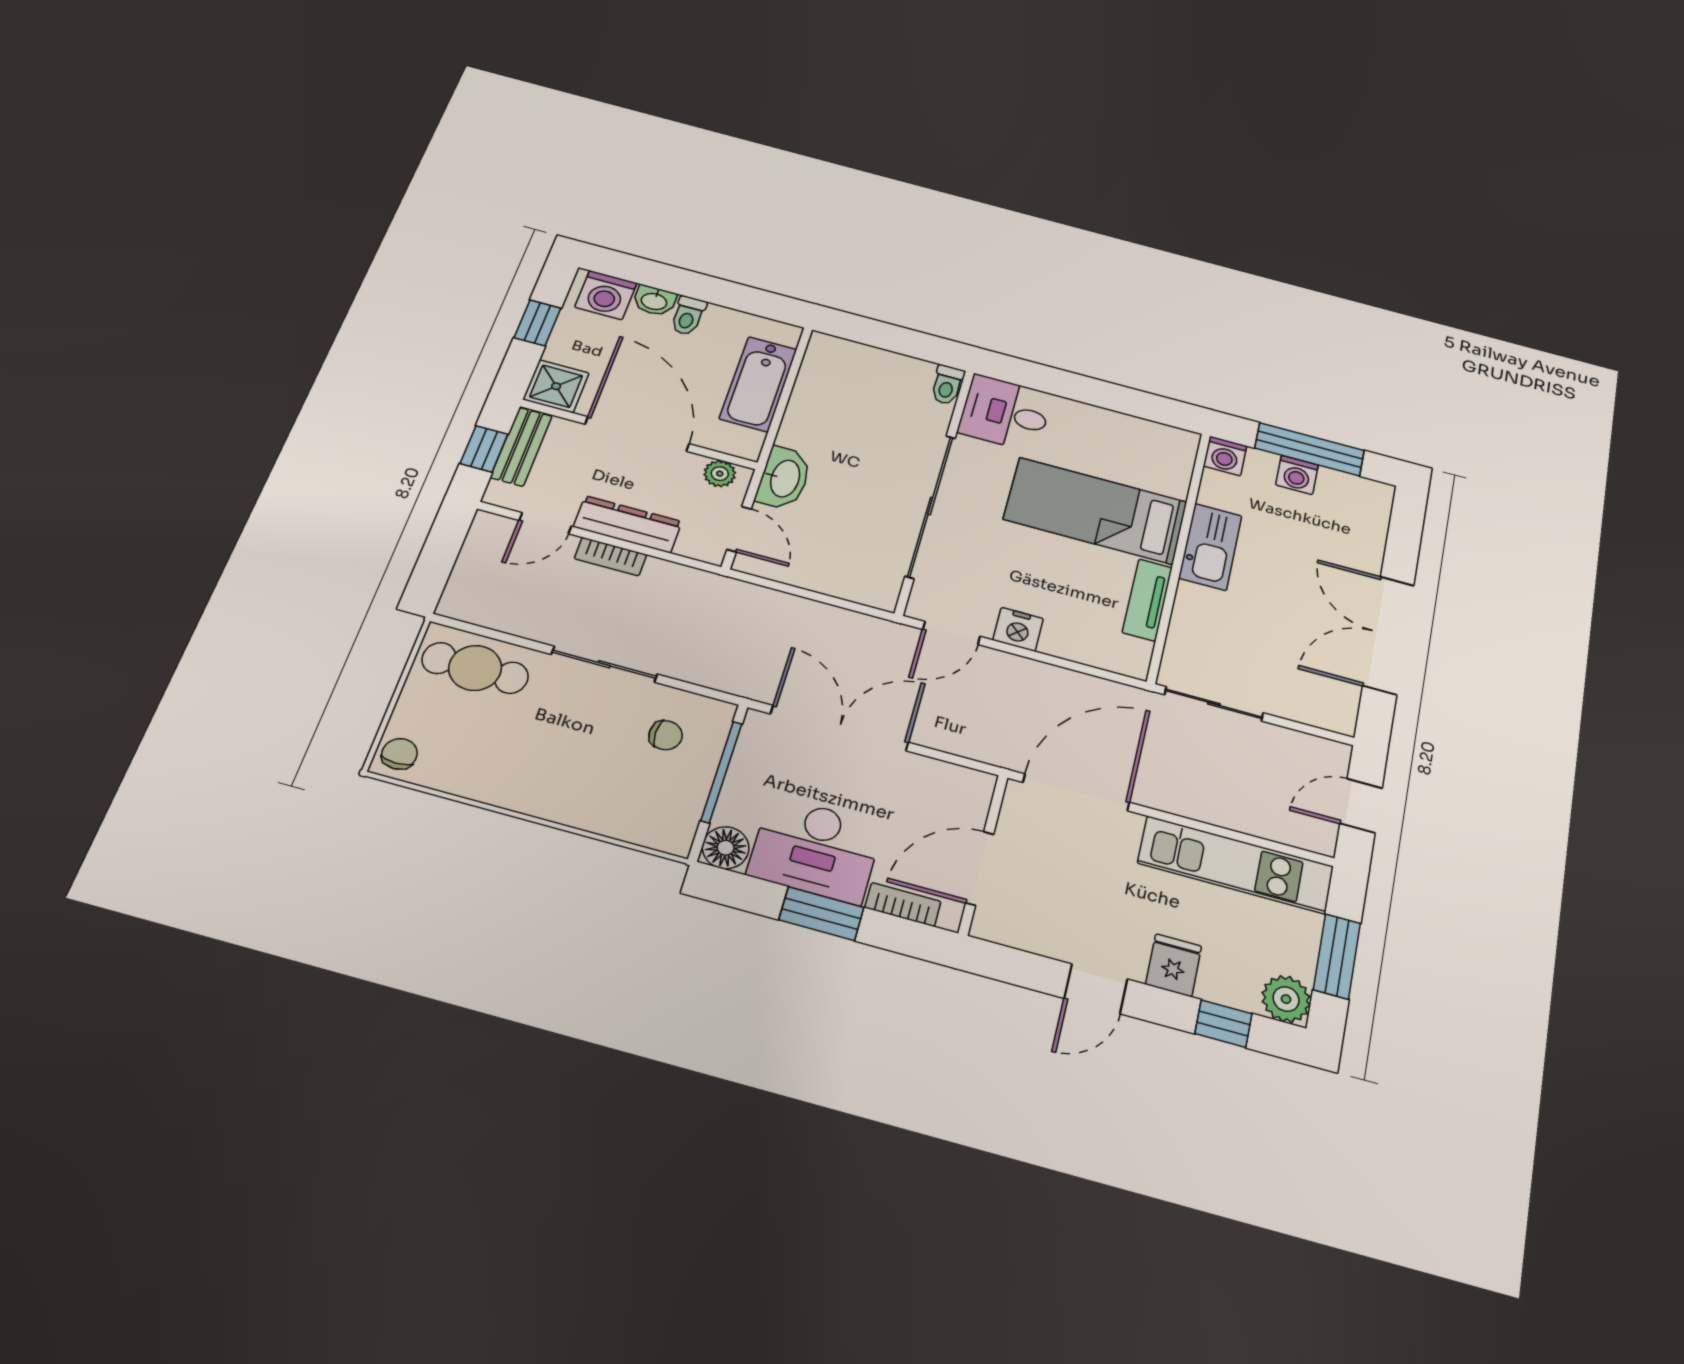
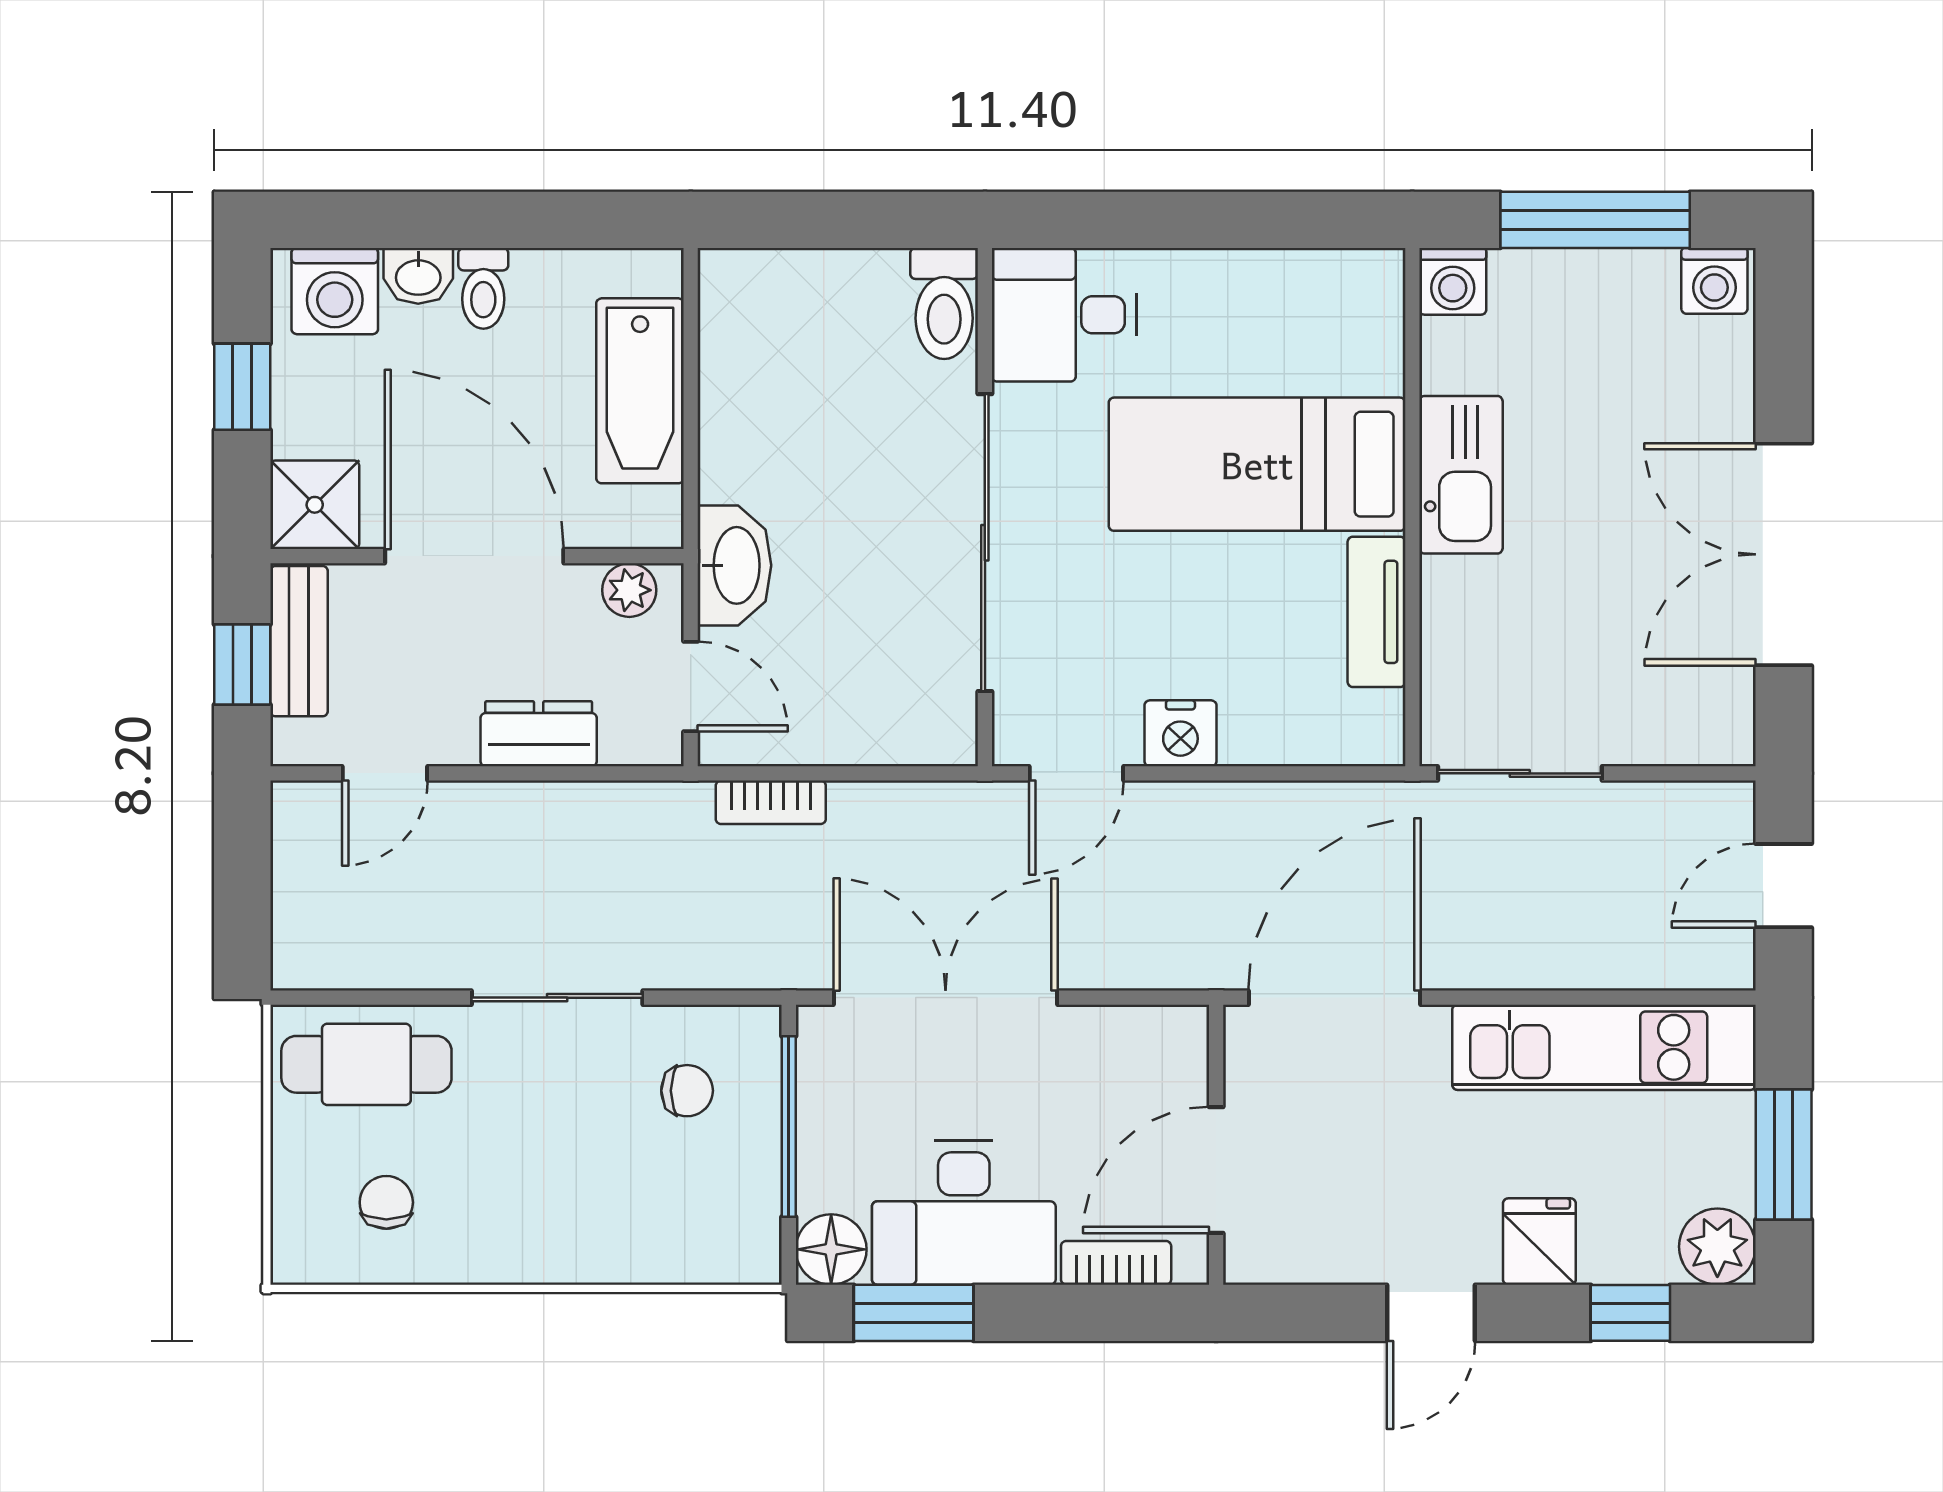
toilet: (947, 385) -> (944, 304), width x1.37, depth x1.39
washing machine: (1297, 475) -> (1714, 281), moved
dresser: (628, 524) -> (539, 734), width x0.70
bookcase: (610, 557) -> (771, 802), moved
chair: (399, 754) -> (386, 1202), moved
window: (821, 914) -> (914, 1313), moved

